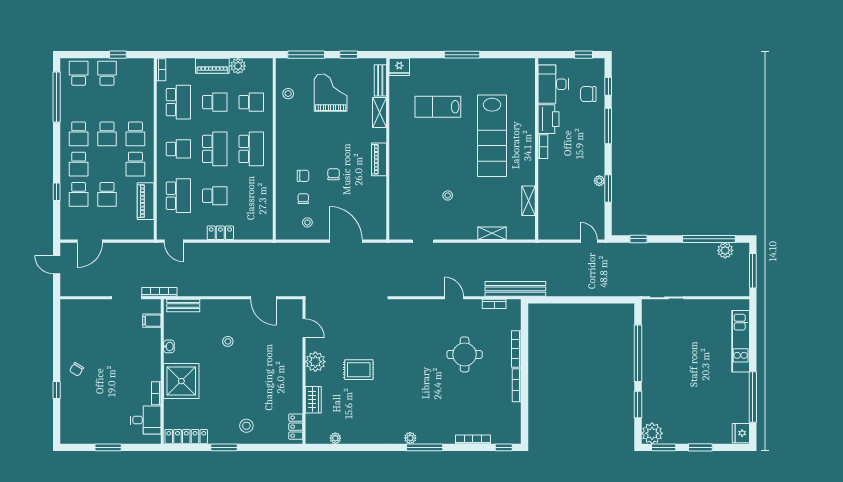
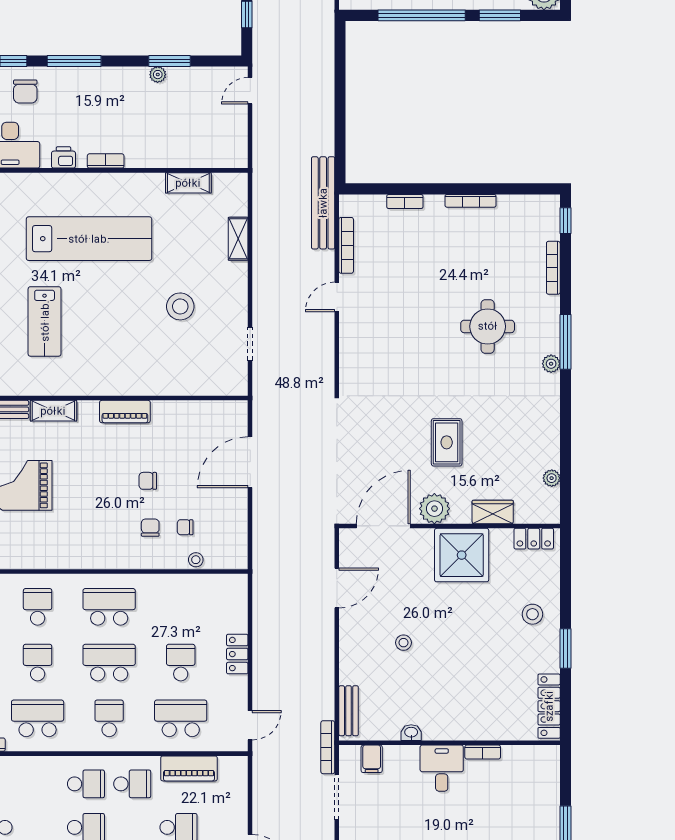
stool: (288, 94) -> (24, 550), removed
printer: (548, 119) -> (63, 157), width x0.53, depth x0.68
stool: (448, 195) -> (180, 306), width x1.89, depth x1.89
stool: (307, 222) -> (196, 560), moved
bookcase: (494, 304) -> (346, 245), width x1.56
door: (304, 328) -> (383, 526), width x1.88
bookcase: (516, 349) -> (405, 201), width x0.64
round table: (465, 354) -> (488, 326), moved
shower: (181, 381) -> (462, 555), moved
desk: (146, 420) -> (442, 768), moved

